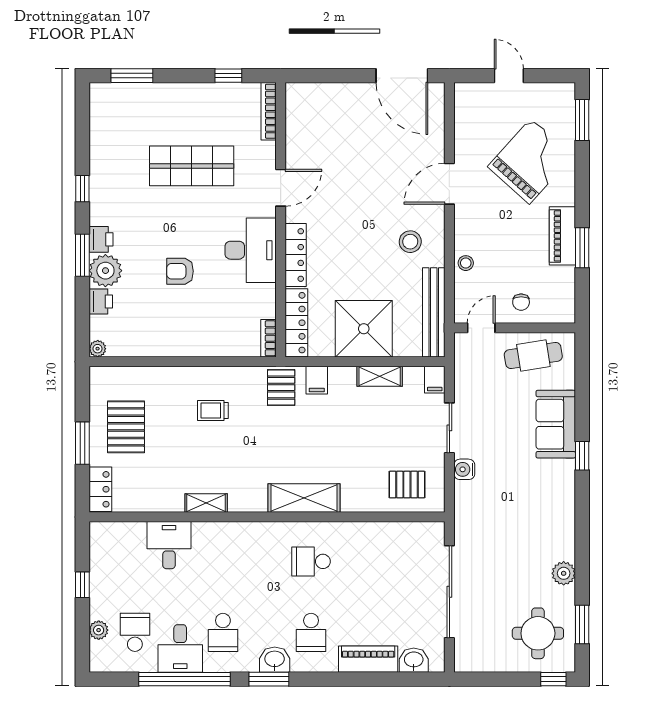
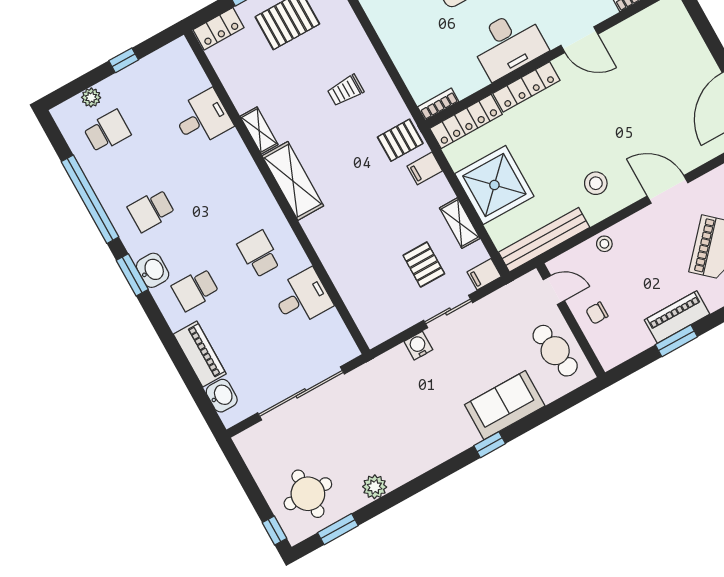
trolley: (213, 410) -> (346, 90), turned -90
pallet: (407, 485) -> (424, 265), moved
shelving: (304, 498) -> (293, 181), moved
desk: (180, 648) -> (302, 298), moved, turned 180

